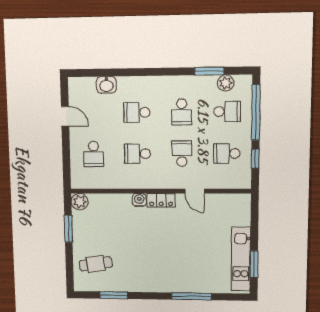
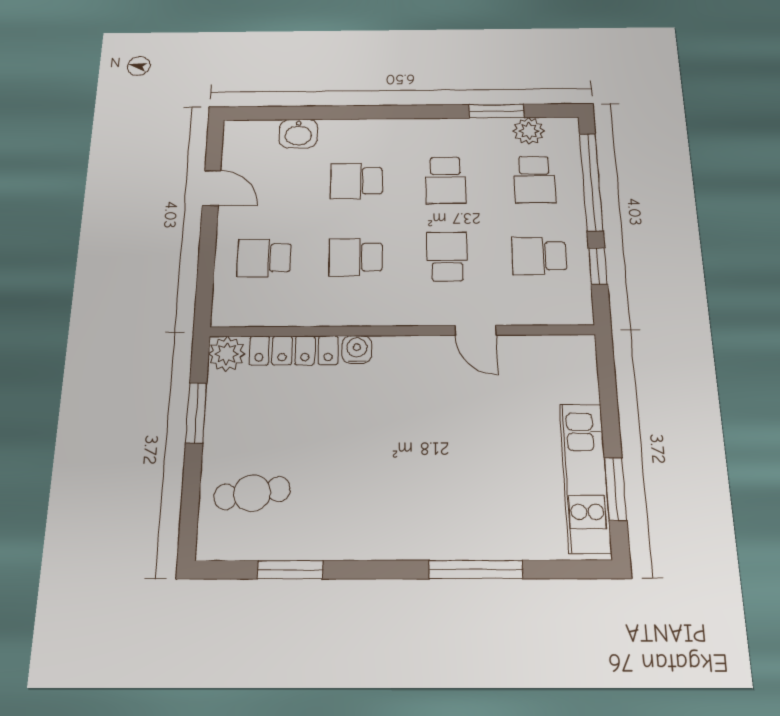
school desk: (227, 111) -> (535, 180), turned 90
school desk: (94, 154) -> (264, 258), turned 90
locker: (161, 200) -> (294, 350), moved, width x1.53

